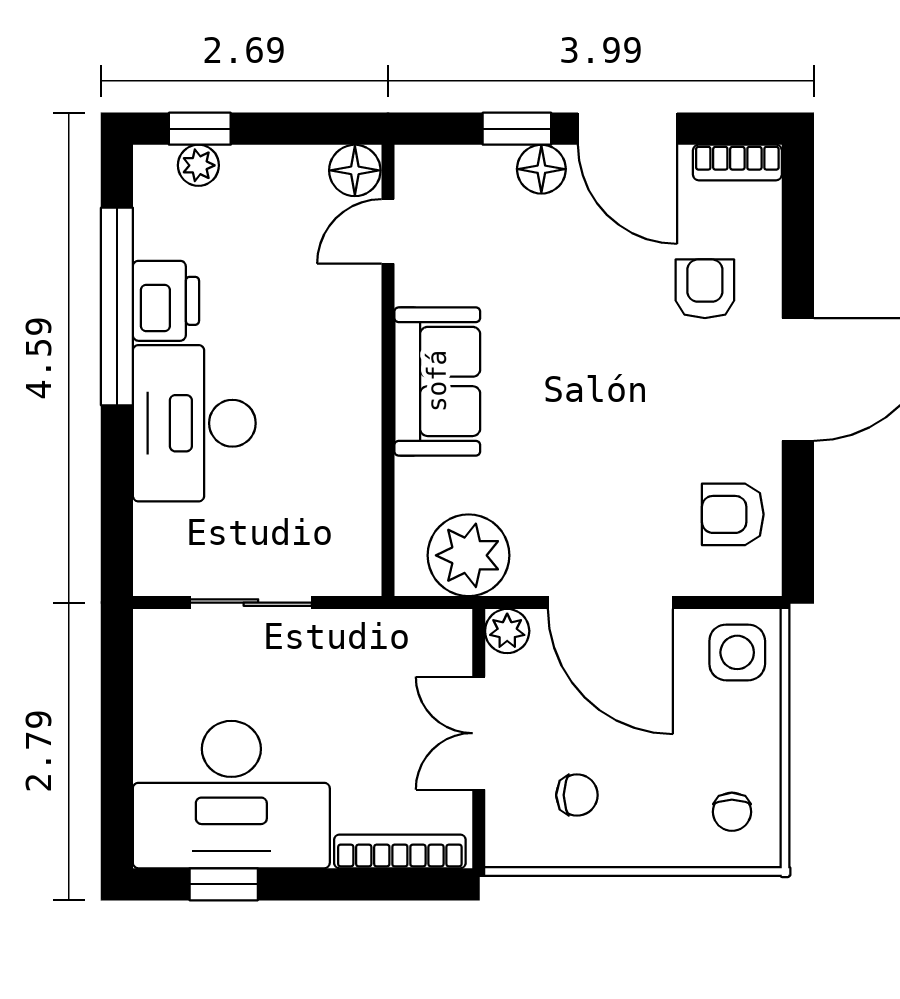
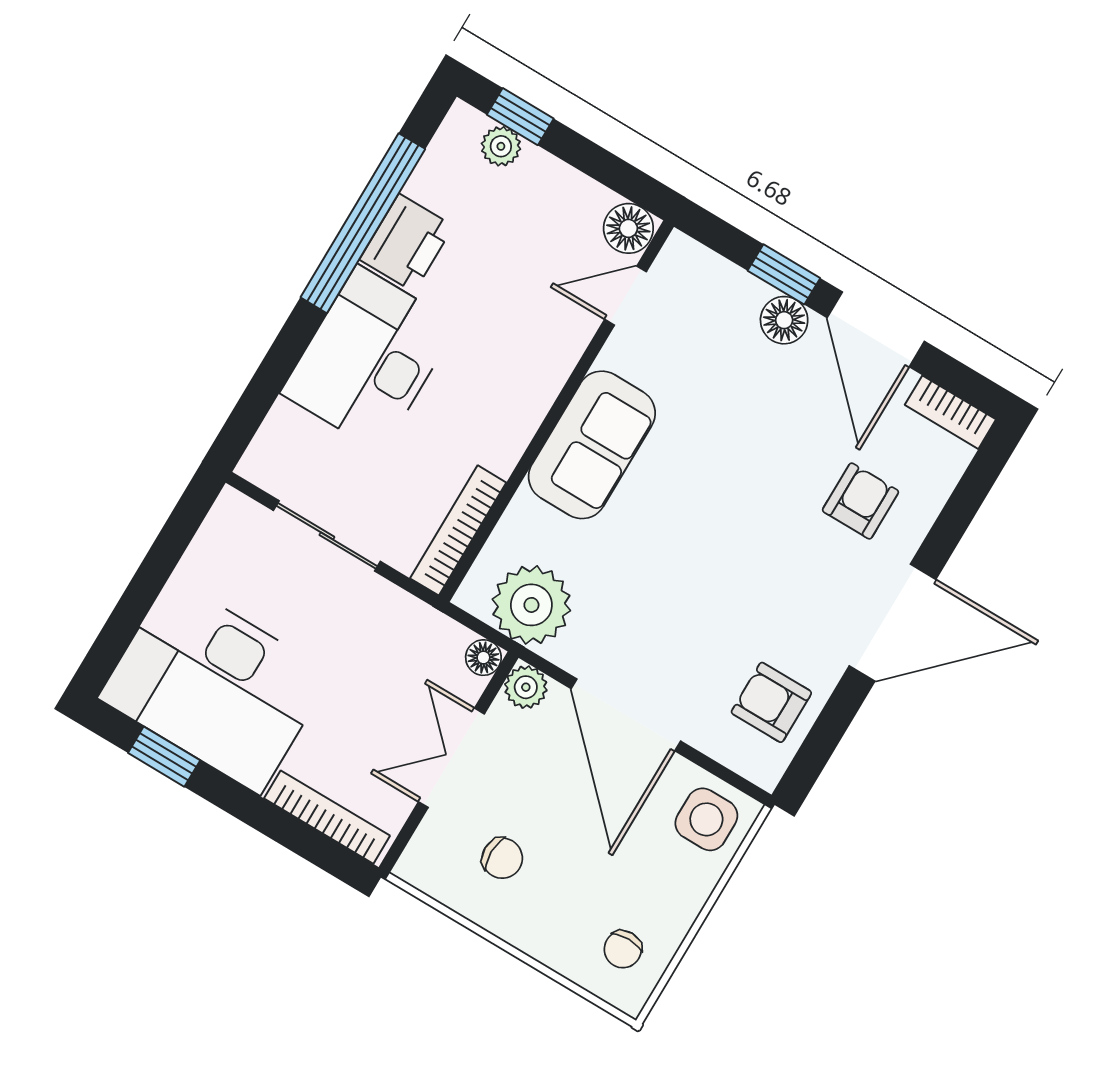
bookcase: (364, 528) -> (458, 530), added
floor lamp: (454, 627) -> (483, 658), added

